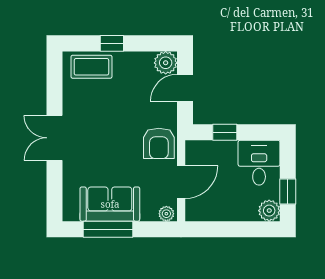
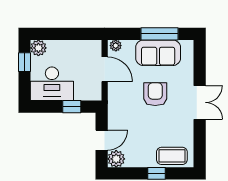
armchair: (159, 143) -> (155, 94), moved
desk: (259, 163) -> (52, 84), width x1.37
door: (181, 182) -> (105, 69), swing flipped

